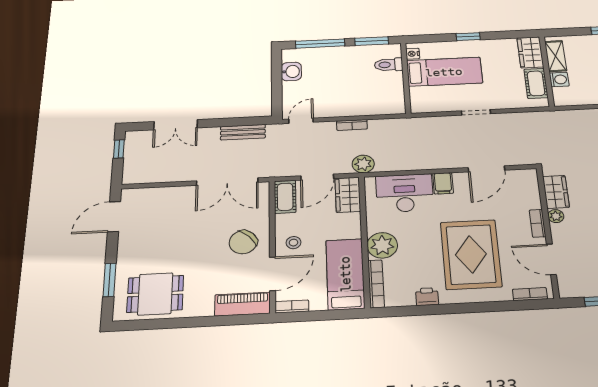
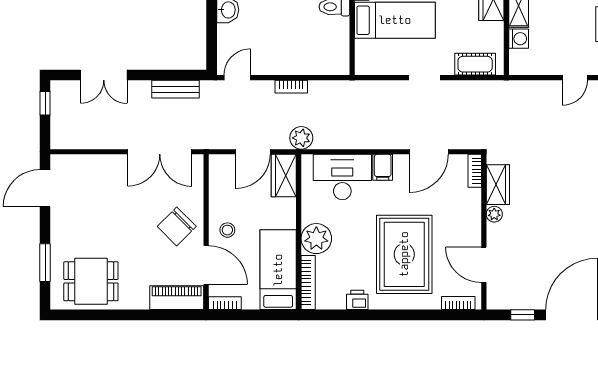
cot: (536, 83) -> (475, 64), moved, turned 90
cot: (285, 197) -> (219, 174), removed
bookcase: (538, 223) -> (475, 171), moved
door: (272, 274) -> (206, 265), hinge flipped

